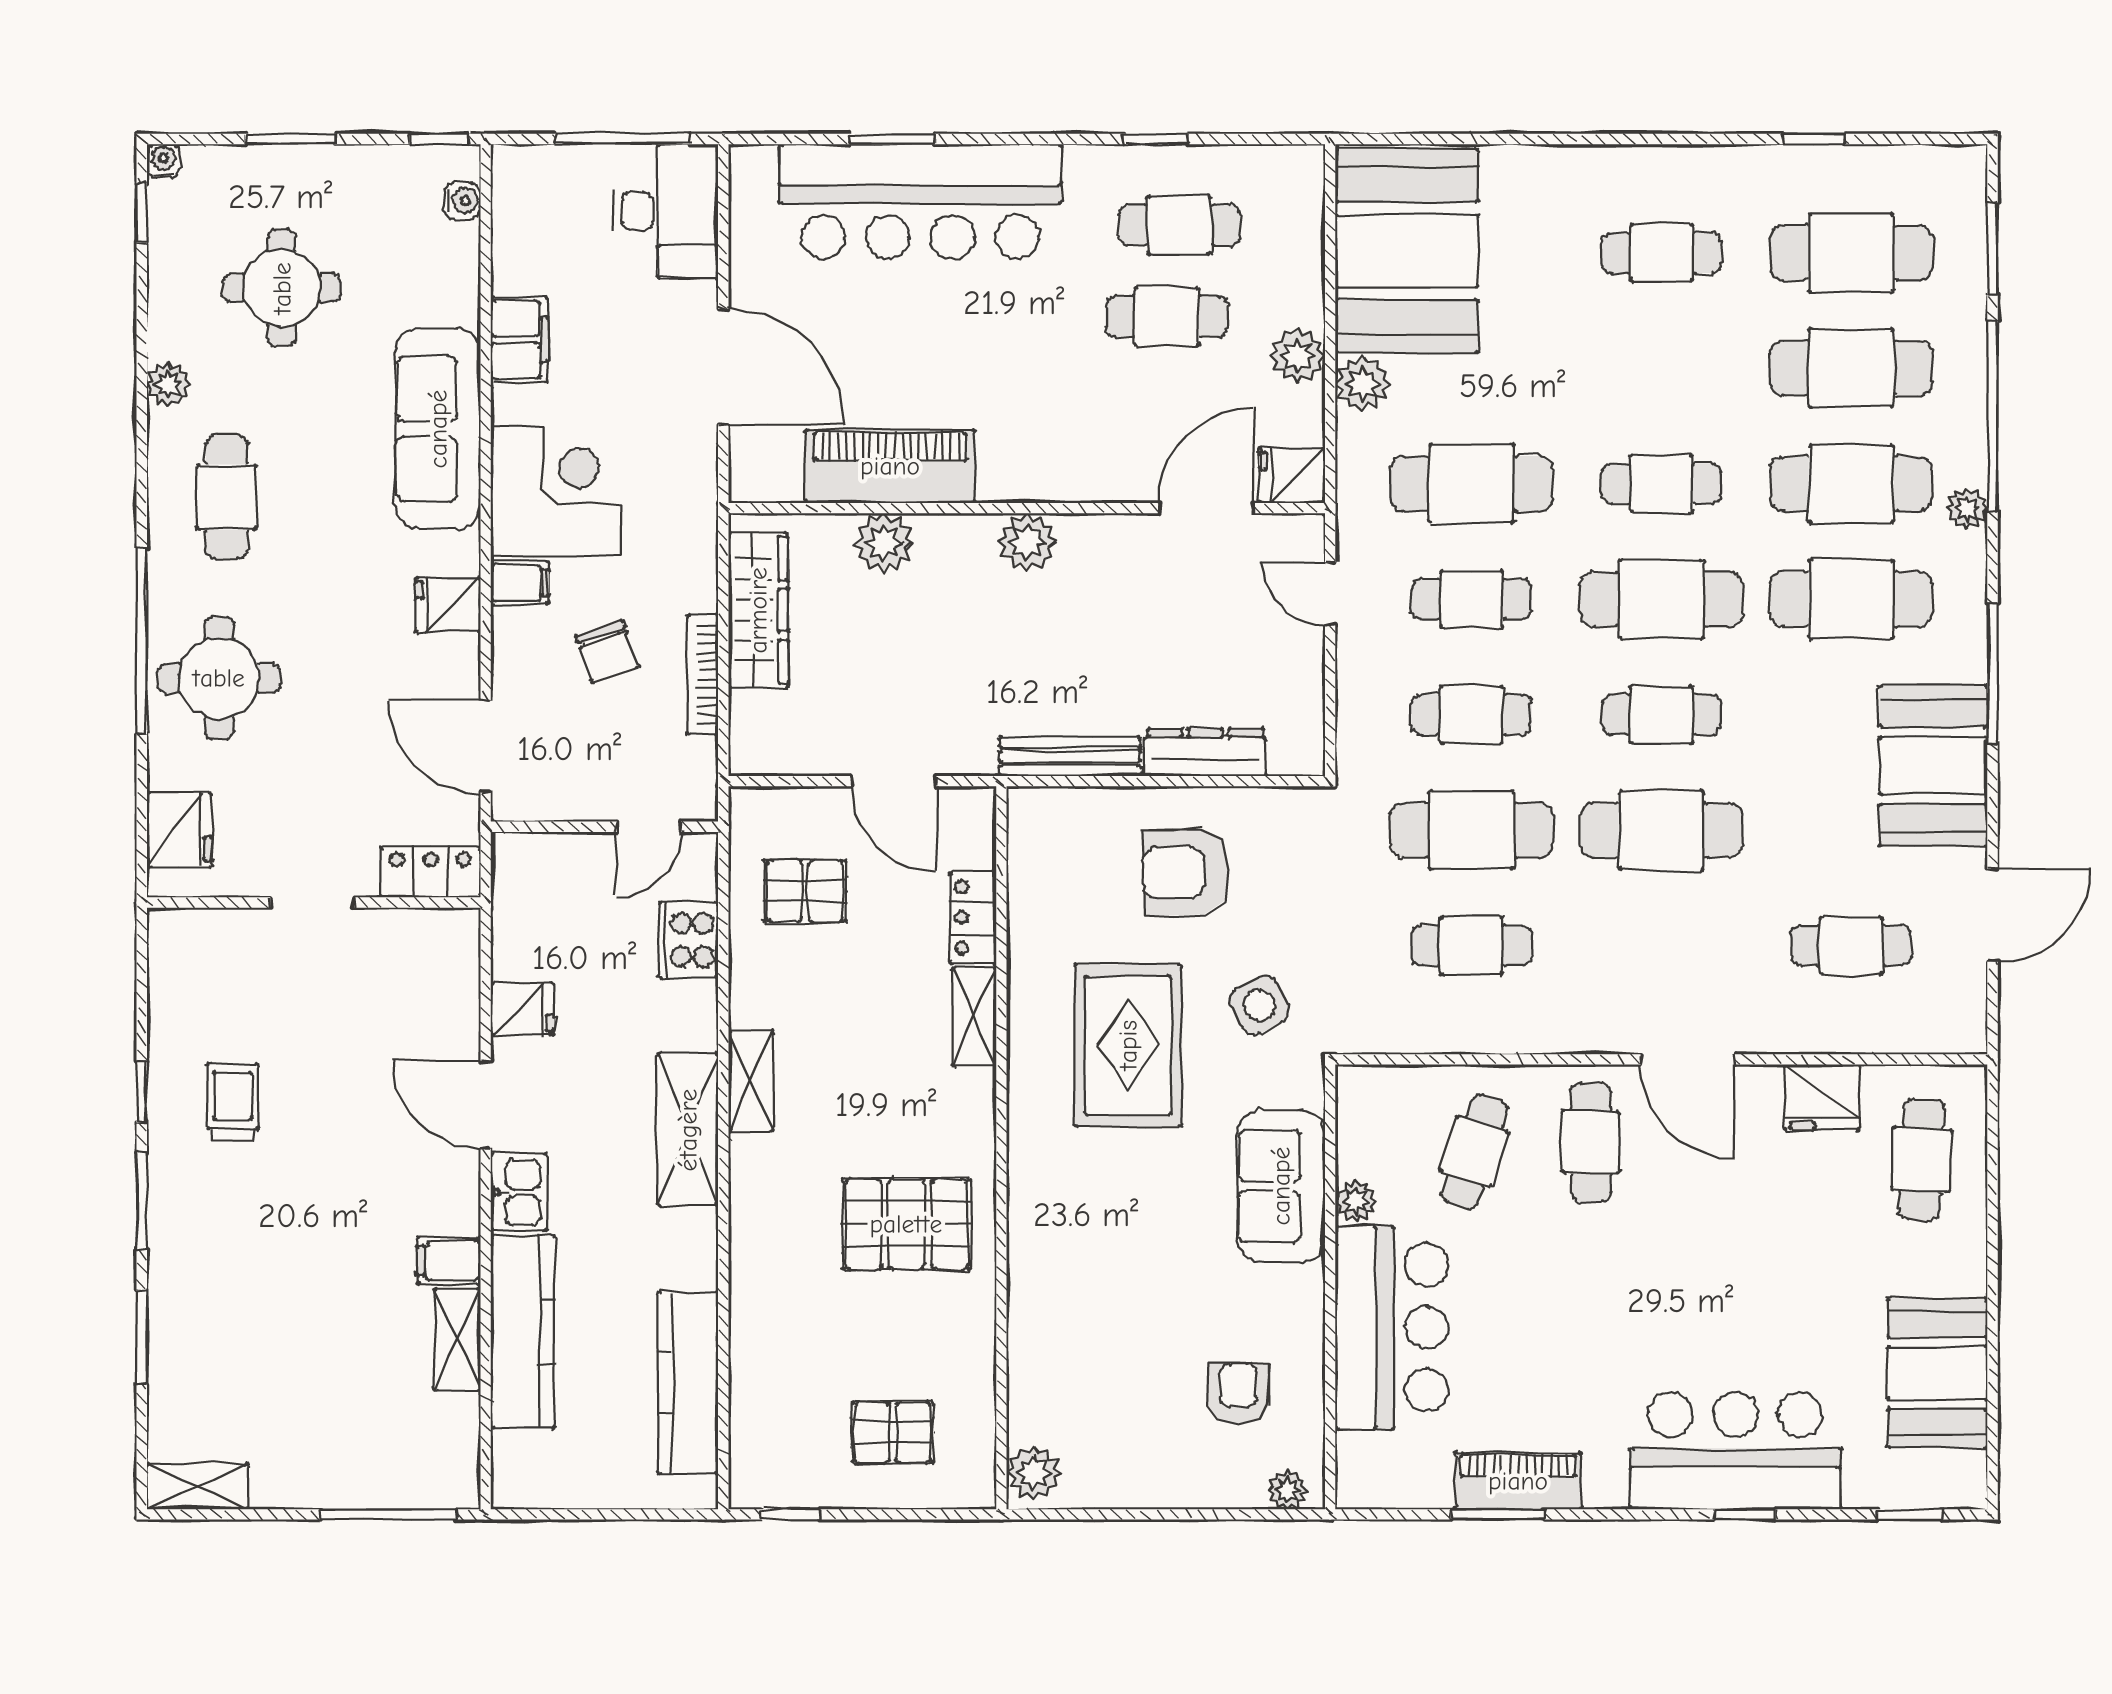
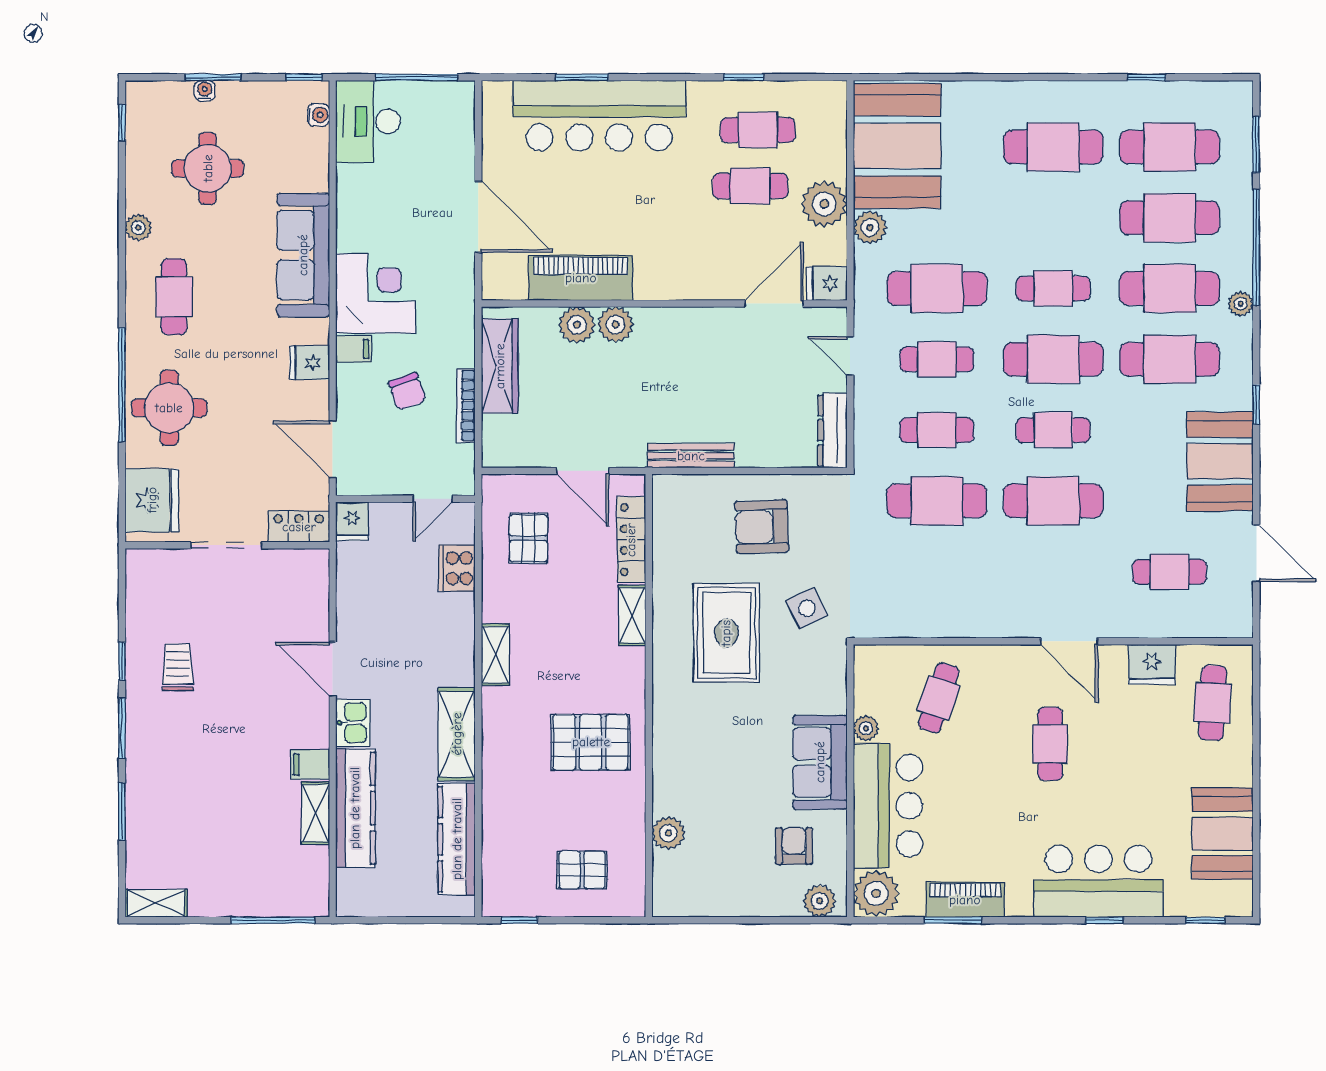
water cooler: (163, 161) -> (205, 91), moved
desk: (666, 211) -> (368, 121), moved, turned 180
cafe table: (1661, 253) -> (1053, 147), width x1.37, depth x1.35
filing cabinet: (519, 340) -> (353, 200), removed
plant: (1298, 356) -> (824, 204), width x1.36, depth x1.36
plant: (1027, 542) -> (615, 325), moved
window: (1993, 673) -> (1256, 405), width x0.46
dresser: (1206, 752) -> (832, 430), moved, turned -90
fridge: (179, 829) -> (152, 500), width x1.36, depth x1.34
pallet: (805, 891) -> (528, 538), turned 90
doorway: (312, 903) -> (226, 545), width x1.38
door: (1993, 915) -> (1256, 553), hinge flipped
locker: (973, 918) -> (631, 540), width x1.53
cafe table: (1471, 946) -> (937, 572), removed
fridge: (522, 1009) -> (352, 521), moved, turned 90
shelving: (688, 1130) -> (457, 734), moved
cafe table: (1591, 1142) -> (1050, 744), moved
sofa: (1281, 1186) -> (820, 762), moved
plant: (1372, 1471) -> (876, 893), added
plant: (1033, 1473) -> (668, 833), moved
plant: (1287, 1490) -> (820, 901), width x1.38, depth x1.38

